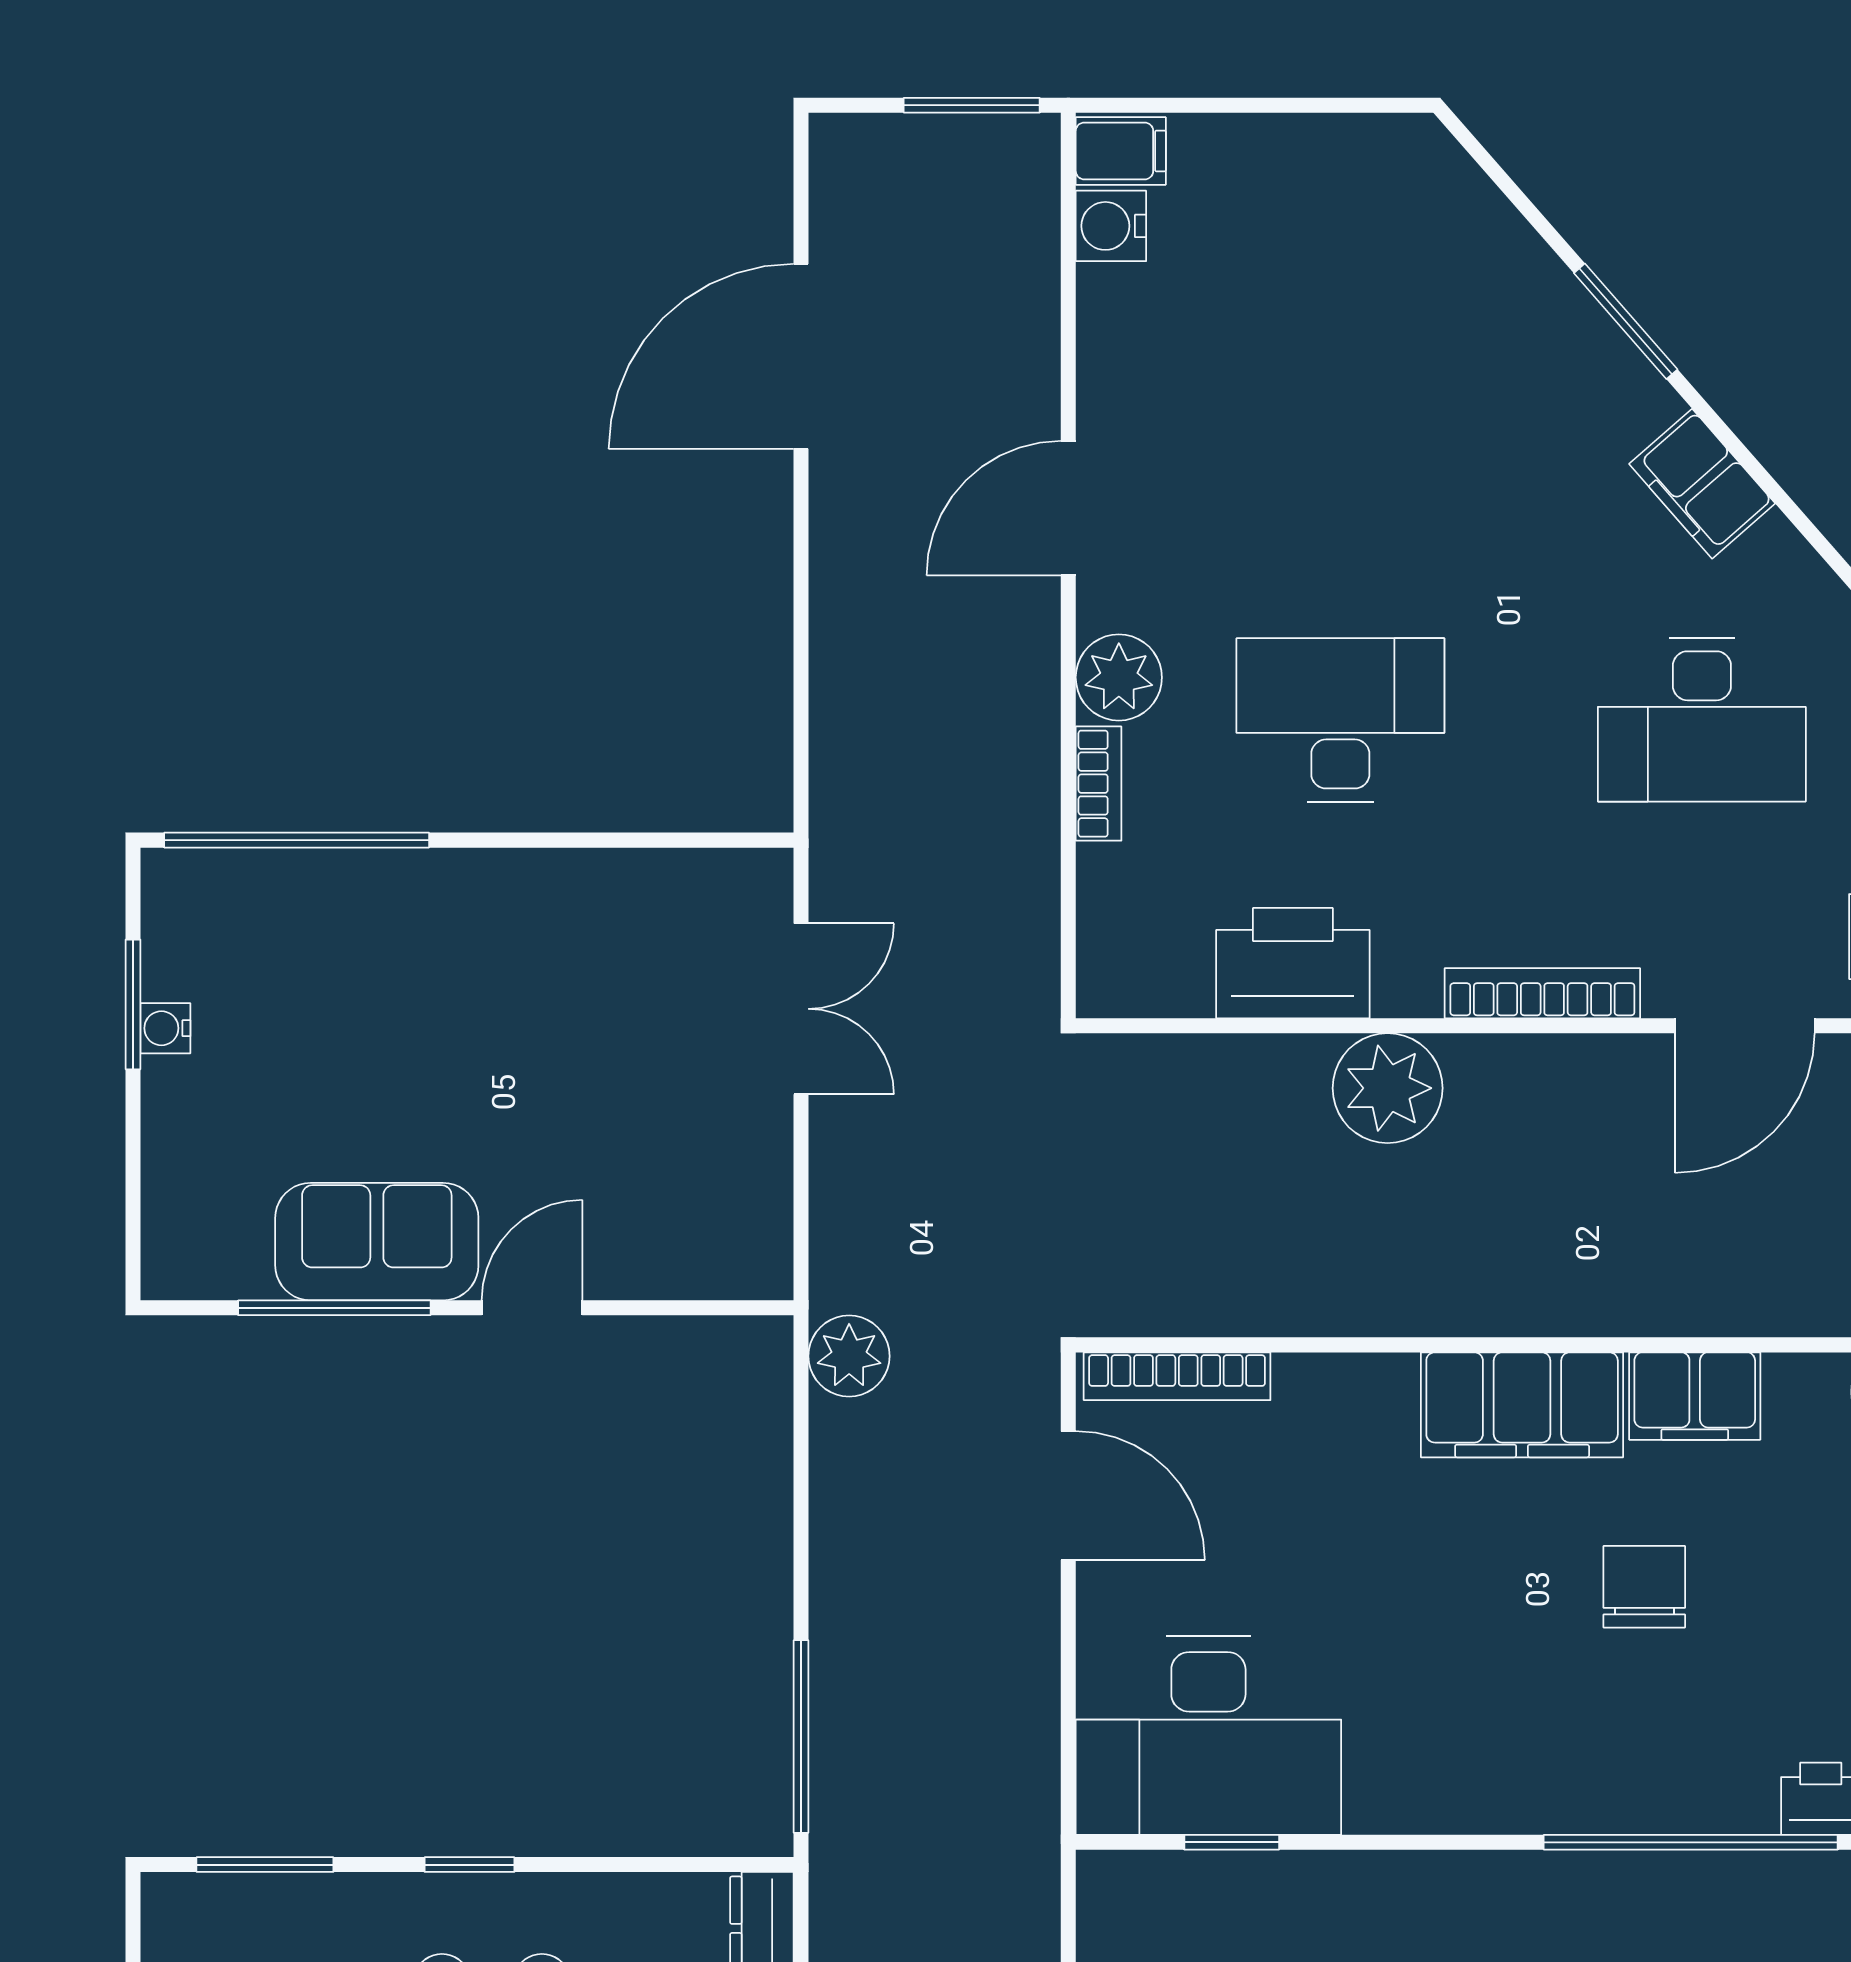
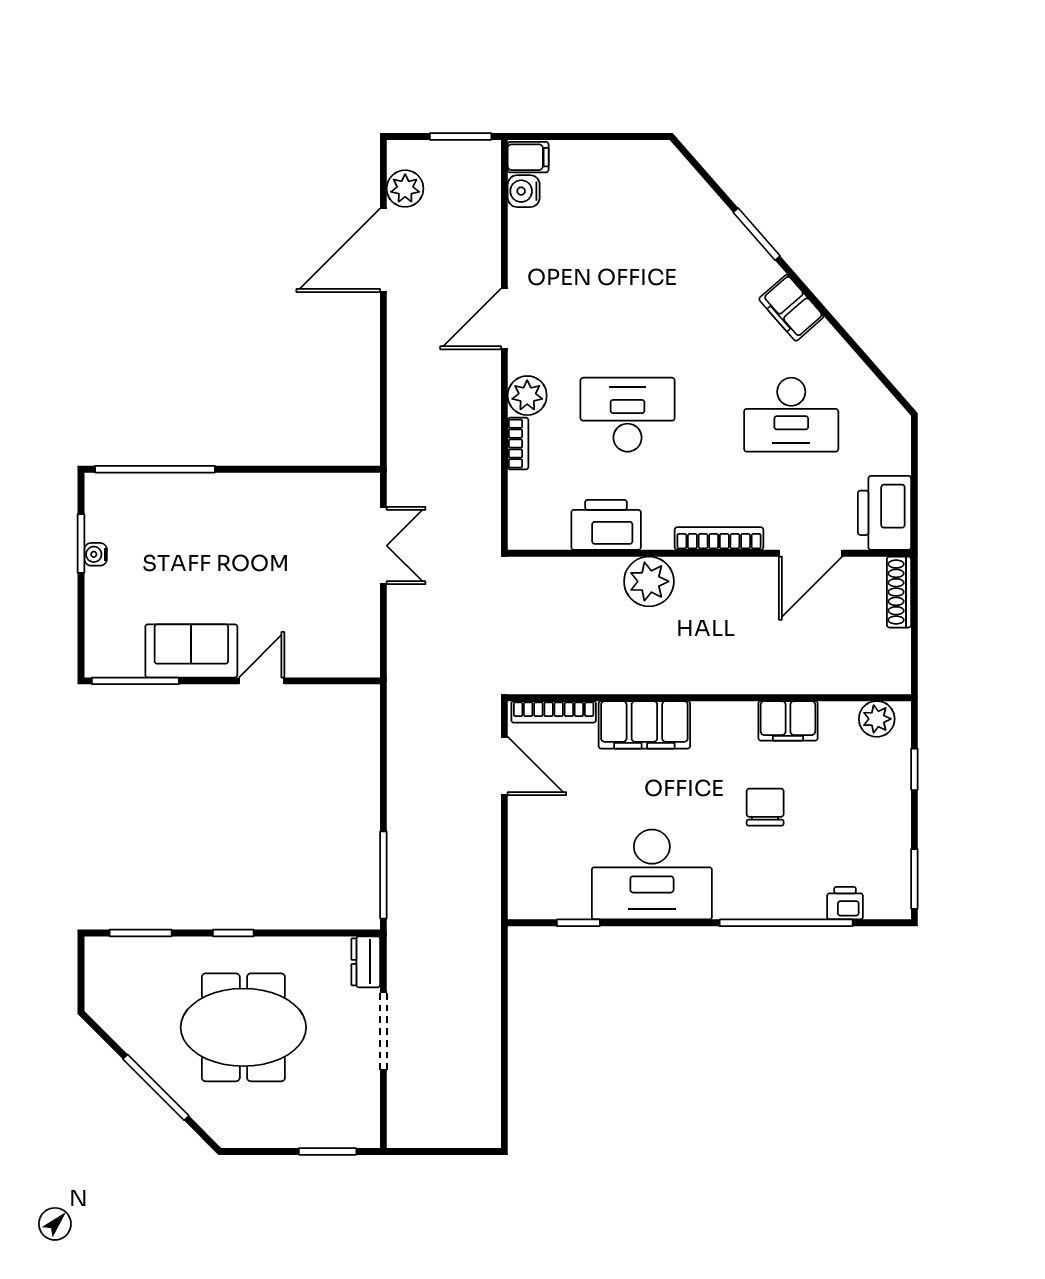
window: (334, 1308) -> (135, 681), moved
plant: (849, 1356) -> (405, 189), moved
filing cabinet: (1522, 1405) -> (644, 725), moved
desk: (1208, 1736) -> (652, 875), moved

